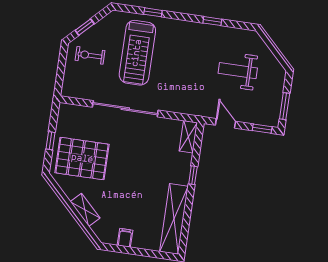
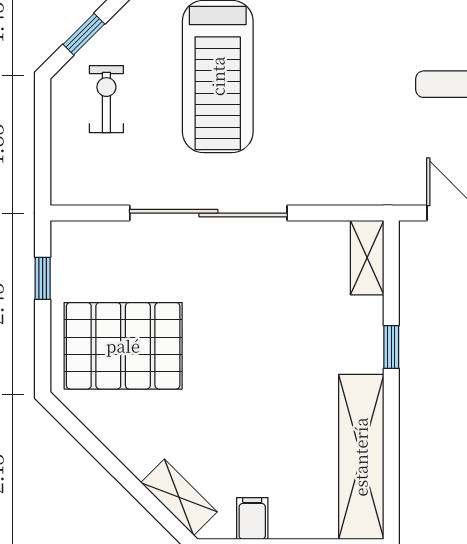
exercise bike: (90, 55) -> (106, 99), turned 90
window: (51, 141) -> (43, 278), moved
shelving: (85, 210) -> (179, 497), moved

